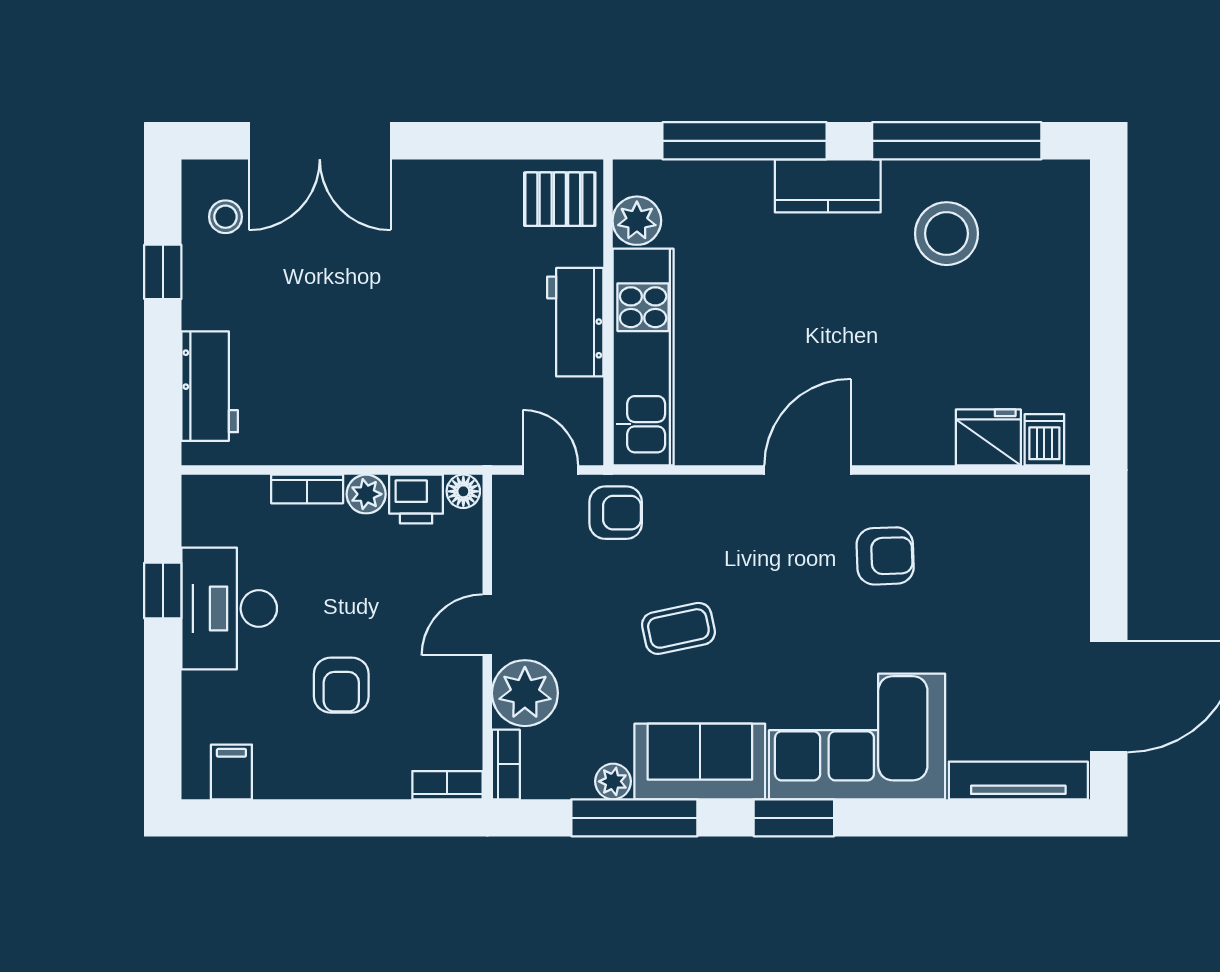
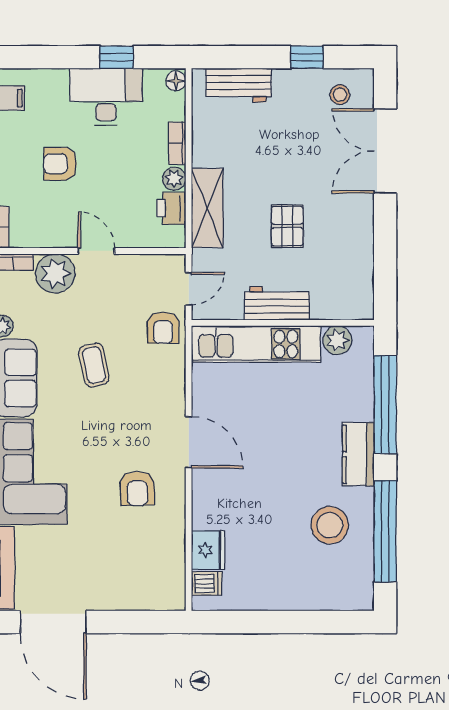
pallet: (560, 199) -> (287, 226), moved
shelving: (415, 439) -> (207, 208), added
floor lamp: (463, 491) -> (176, 81), moved

